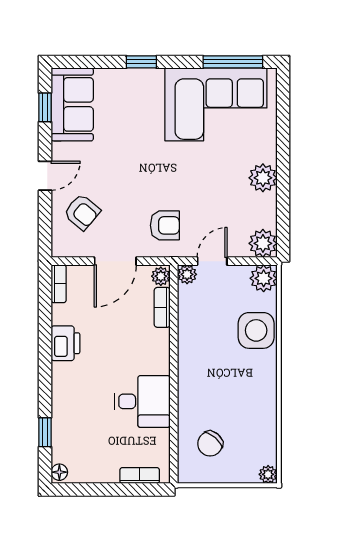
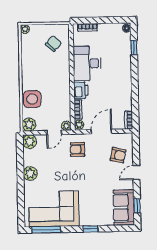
armchair: (82, 212) -> (118, 155), turned 153
printer: (65, 343) -> (81, 90), moved, turned 180
desk: (142, 401) -> (87, 63), width x1.37

